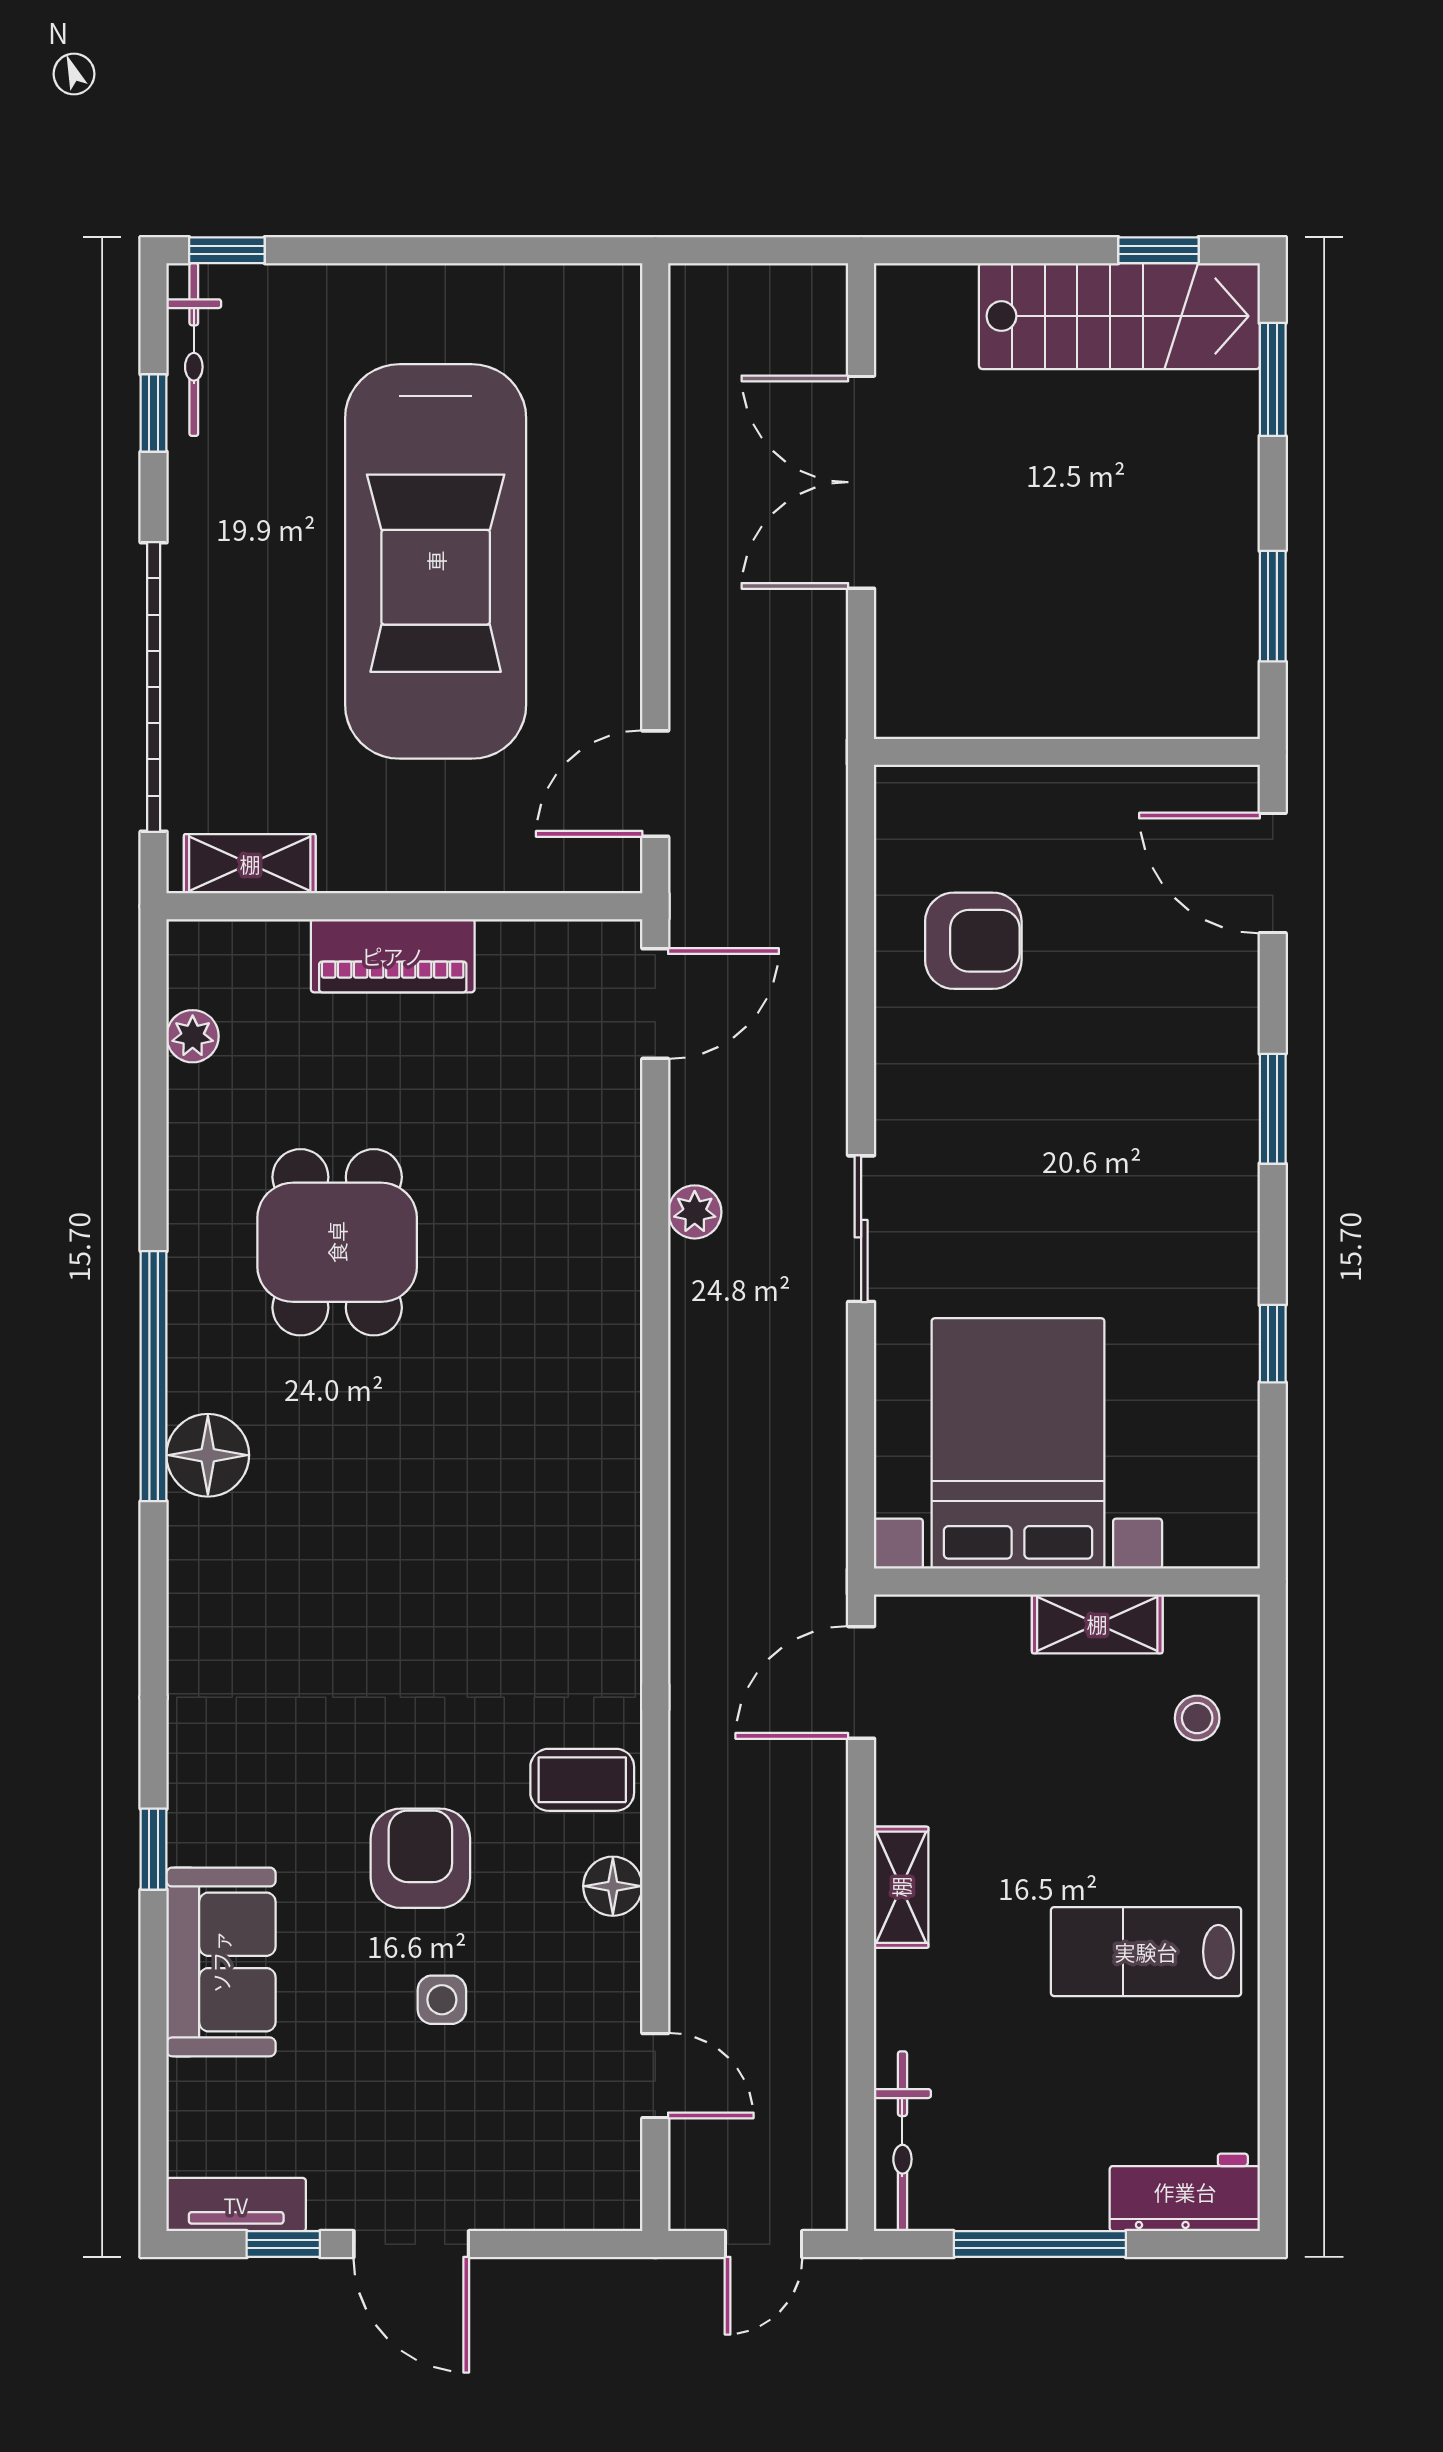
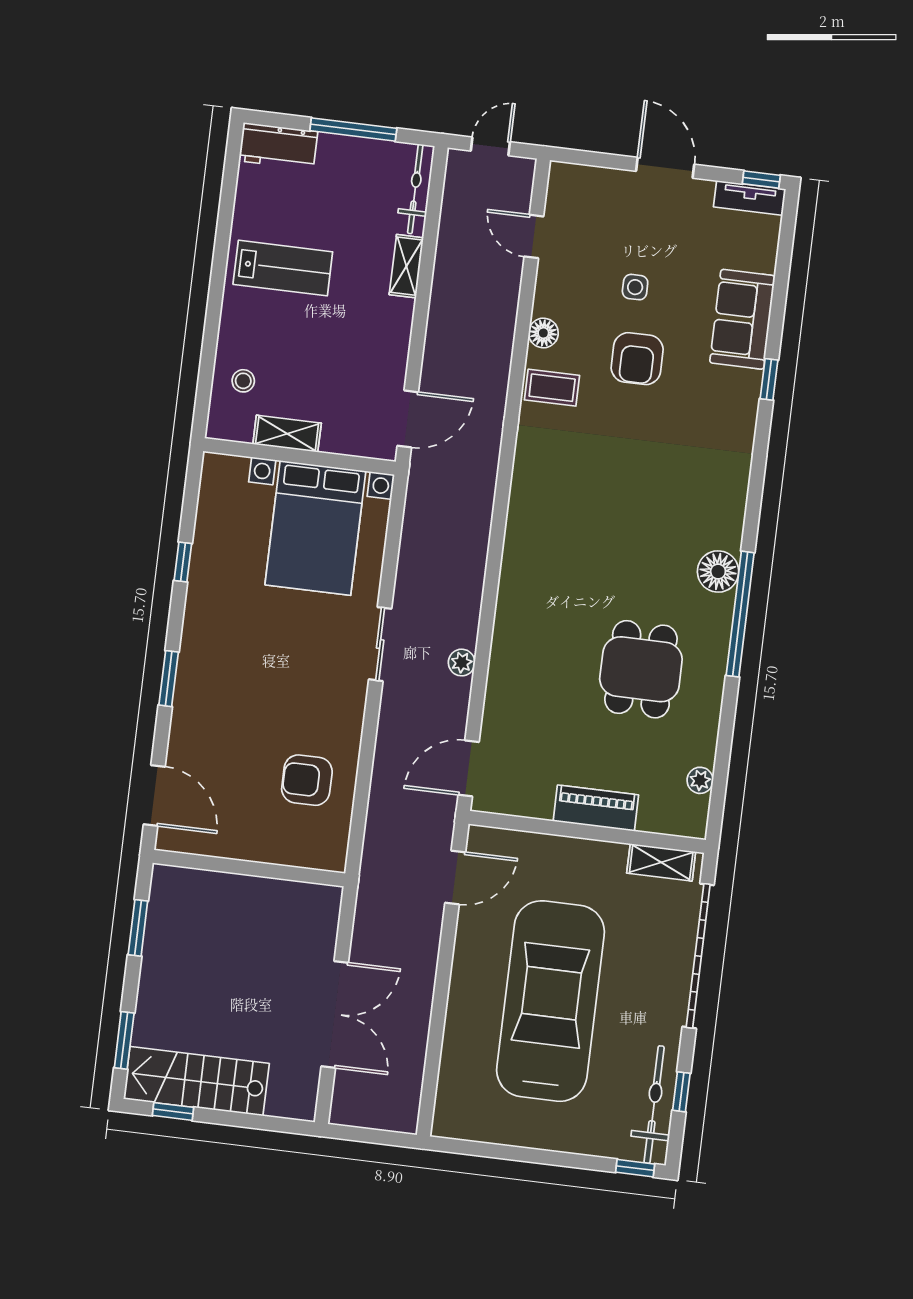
bicycle: (194, 350) -> (654, 1105), width x1.37, depth x1.40
shelving: (901, 1887) -> (406, 266), moved
window: (283, 2244) -> (761, 180), moved

